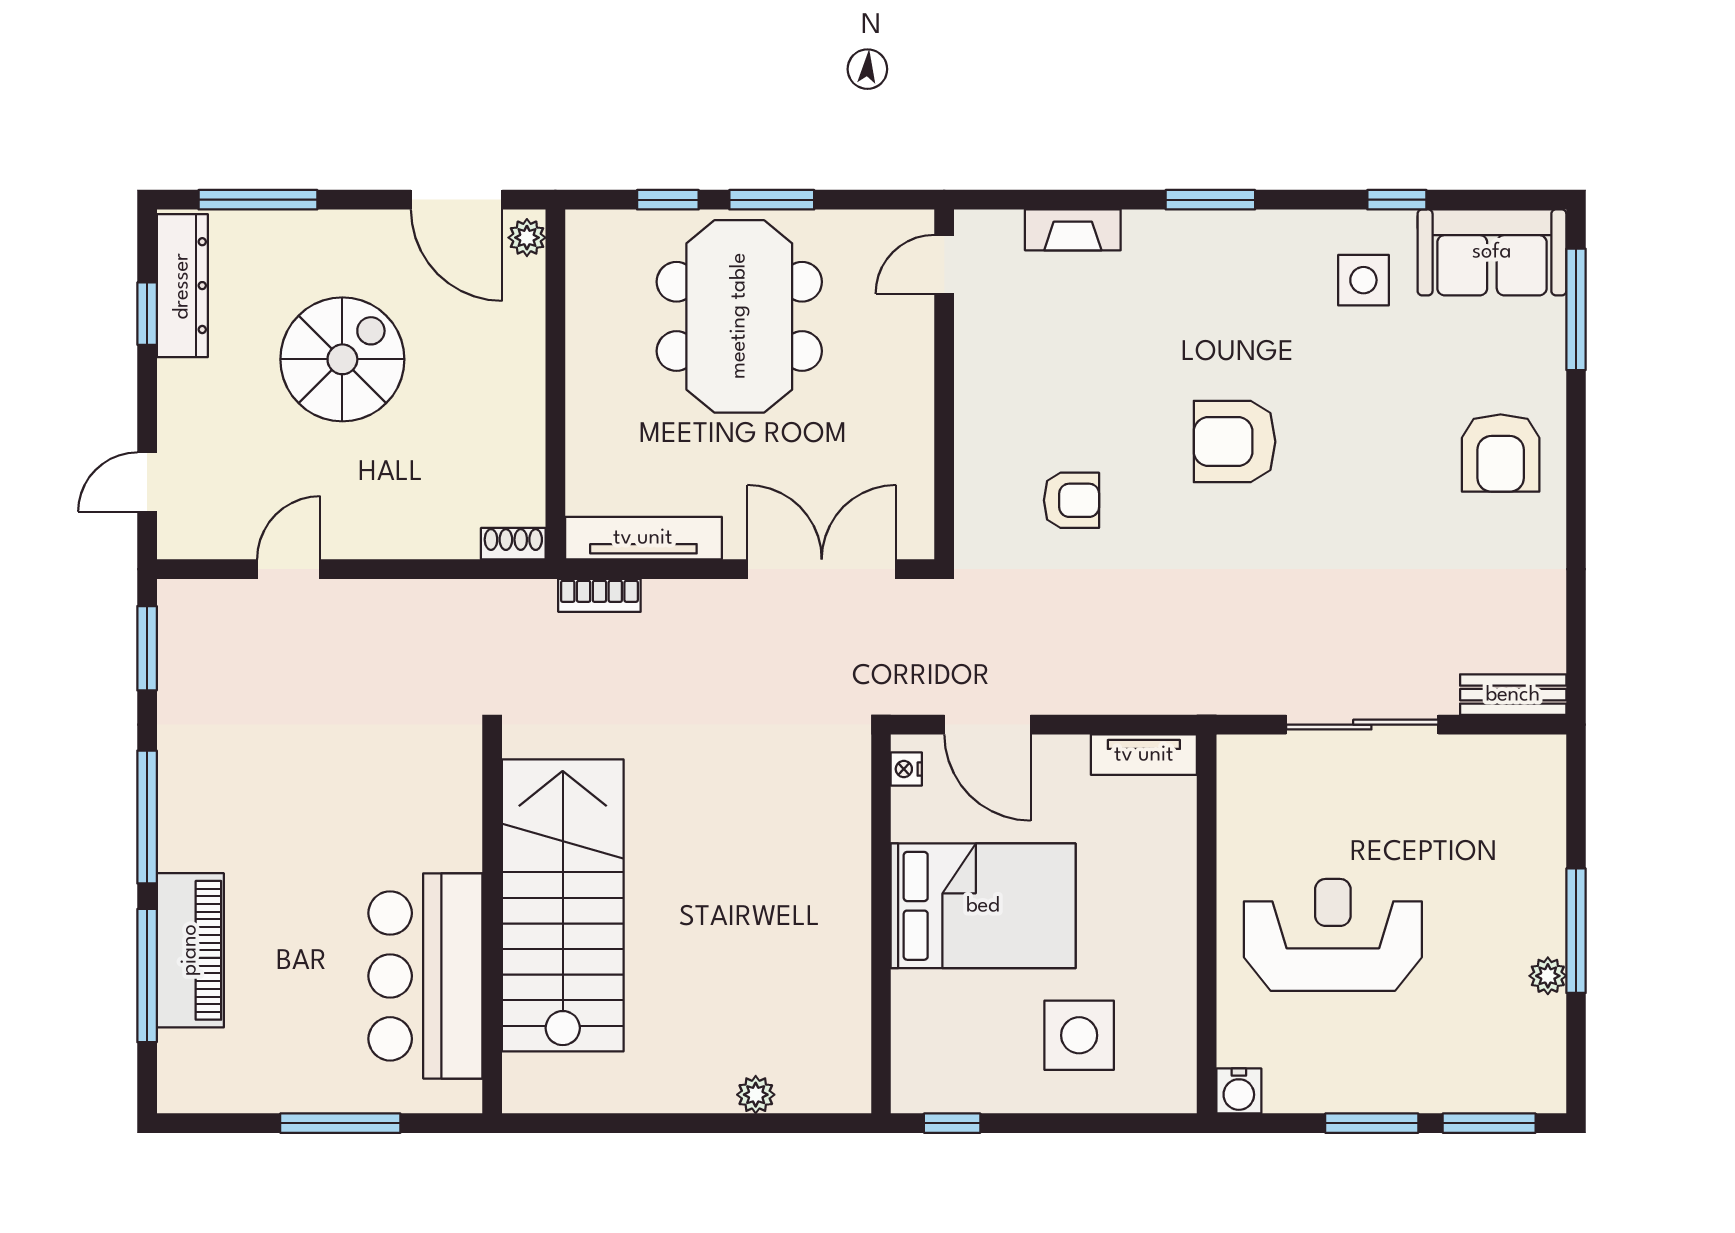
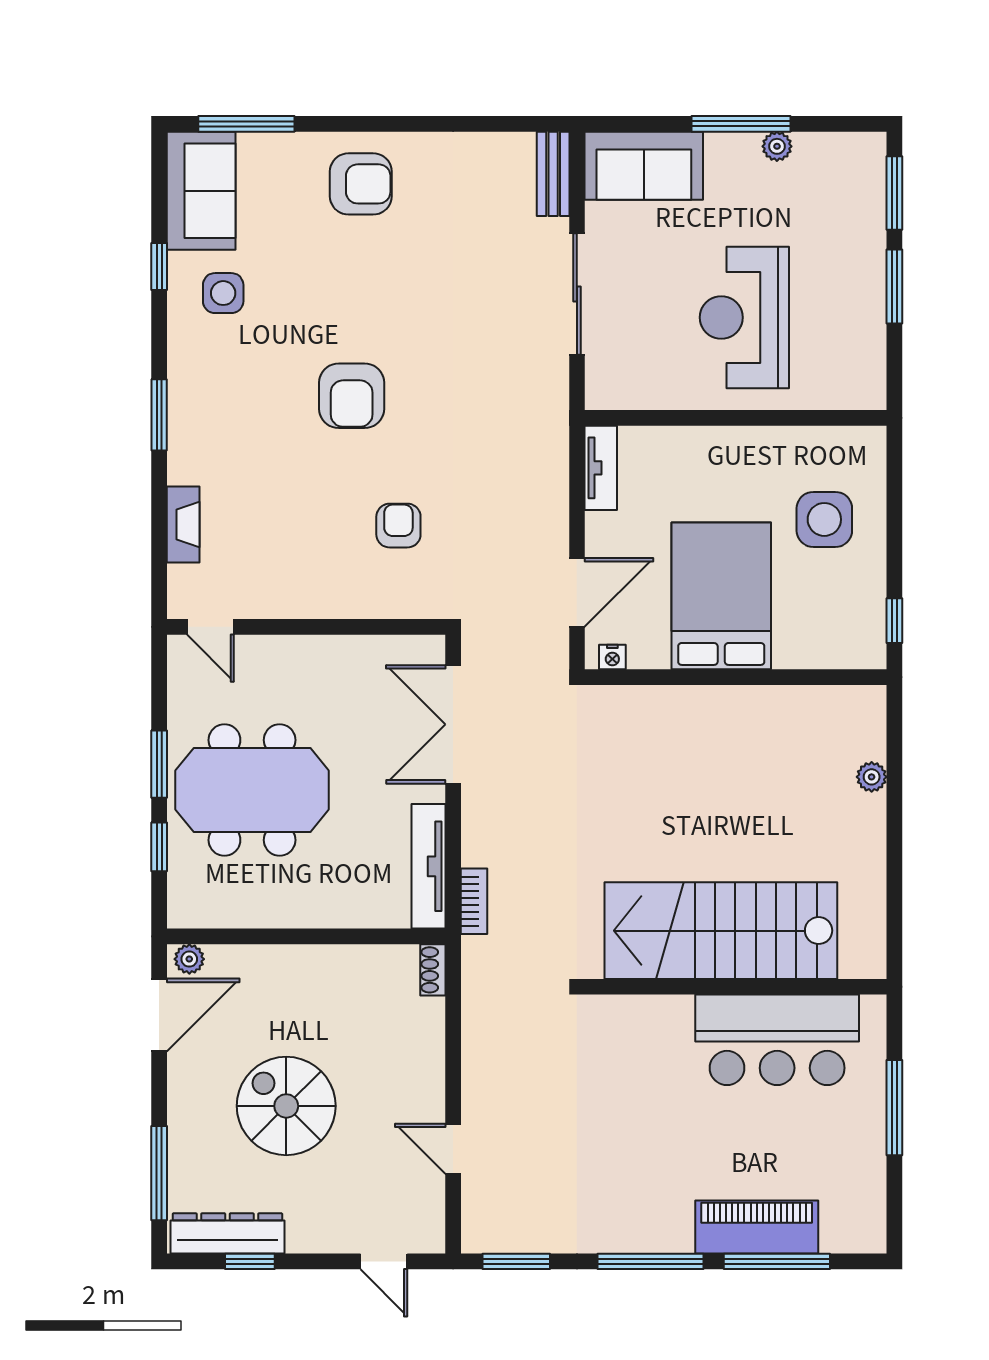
sofa: (1523, 808) -> (644, 166), added
water cooler: (1239, 1091) -> (869, 392), removed

